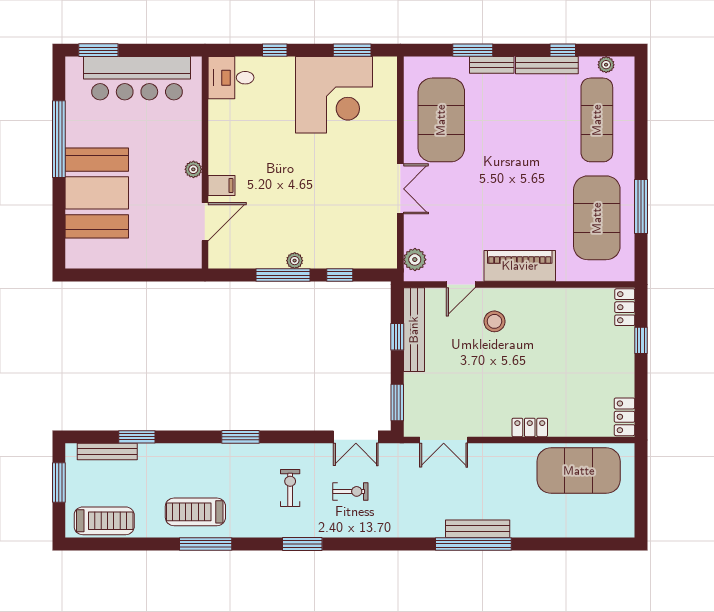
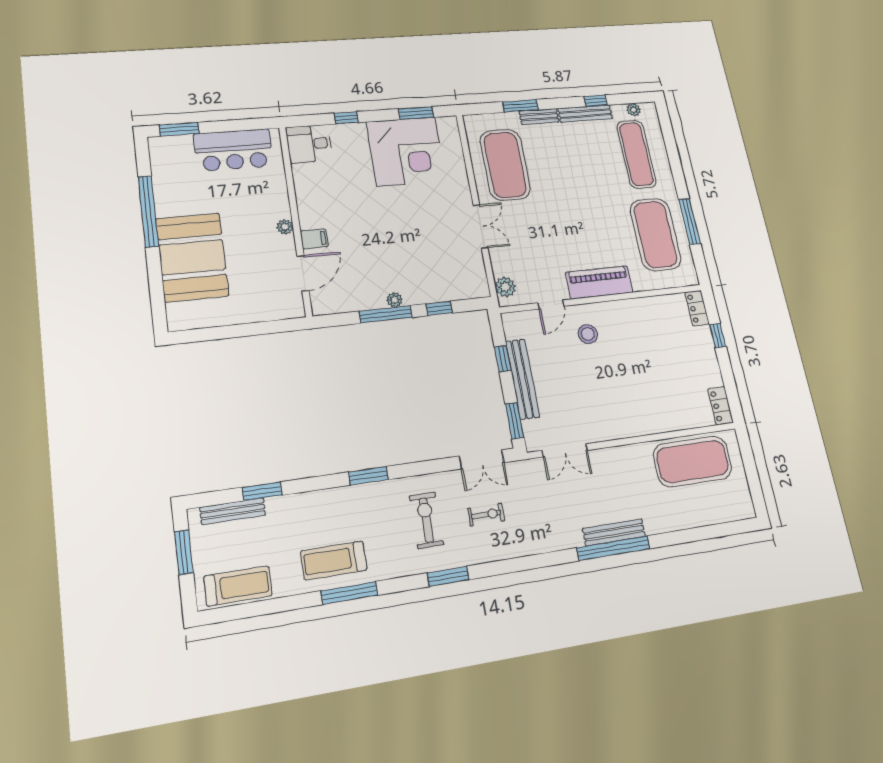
bar counter: (137, 78) -> (234, 150), width x0.73
bench: (414, 330) -> (522, 379), moved
locker: (530, 427) -> (640, 427), removed
exercise bike: (290, 488) -> (426, 520), width x1.38, depth x1.39

